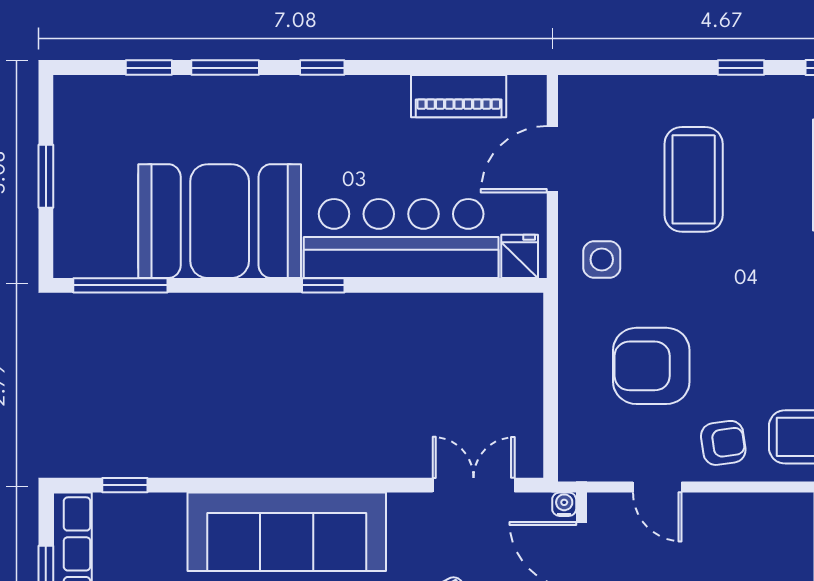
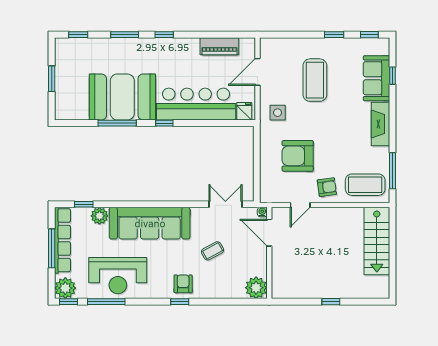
window: (149, 68) -> (78, 35), moved
window: (120, 285) -> (117, 123), moved
door: (657, 487) -> (300, 205), hinge flipped
plant: (163, 514) -> (99, 216), added

